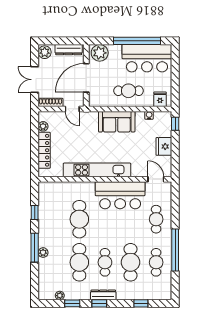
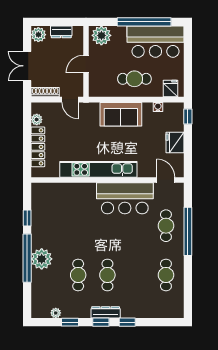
dresser: (69, 50) -> (61, 32), width x0.70
door: (86, 78) -> (86, 64), width x0.53
cafe table: (79, 219) -> (78, 226), removed
window: (35, 248) -> (27, 258), width x1.46
window: (175, 250) -> (188, 231), moved
plant: (43, 253) -> (42, 259), width x1.87, depth x1.87
cafe table: (79, 262) -> (78, 275), width x0.73, depth x0.74
cafe table: (131, 262) -> (137, 275), removed
window: (141, 303) -> (127, 322), moved

